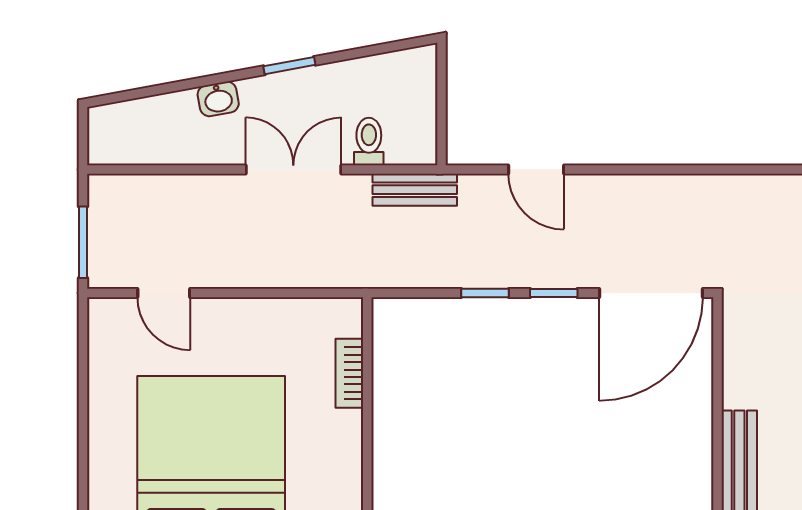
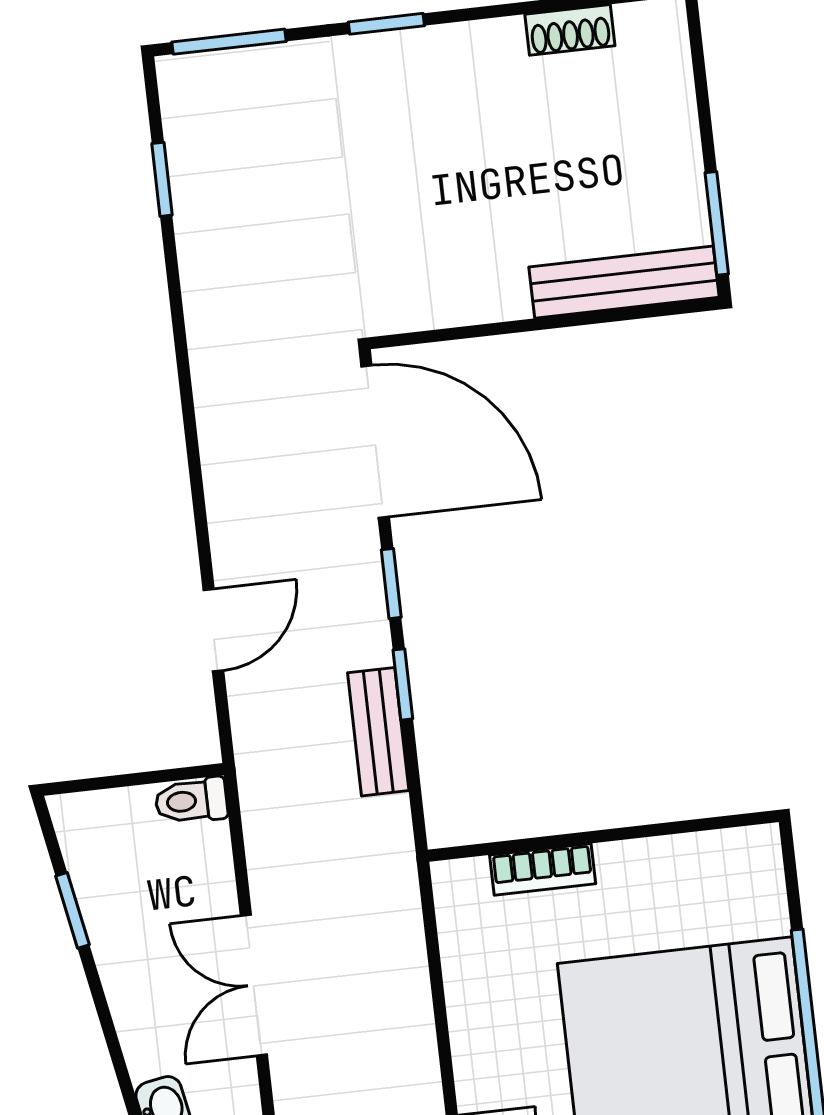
window: (289, 66) -> (72, 910), moved
toilet: (369, 141) -> (191, 801), moved
bench: (415, 190) -> (378, 732), moved

